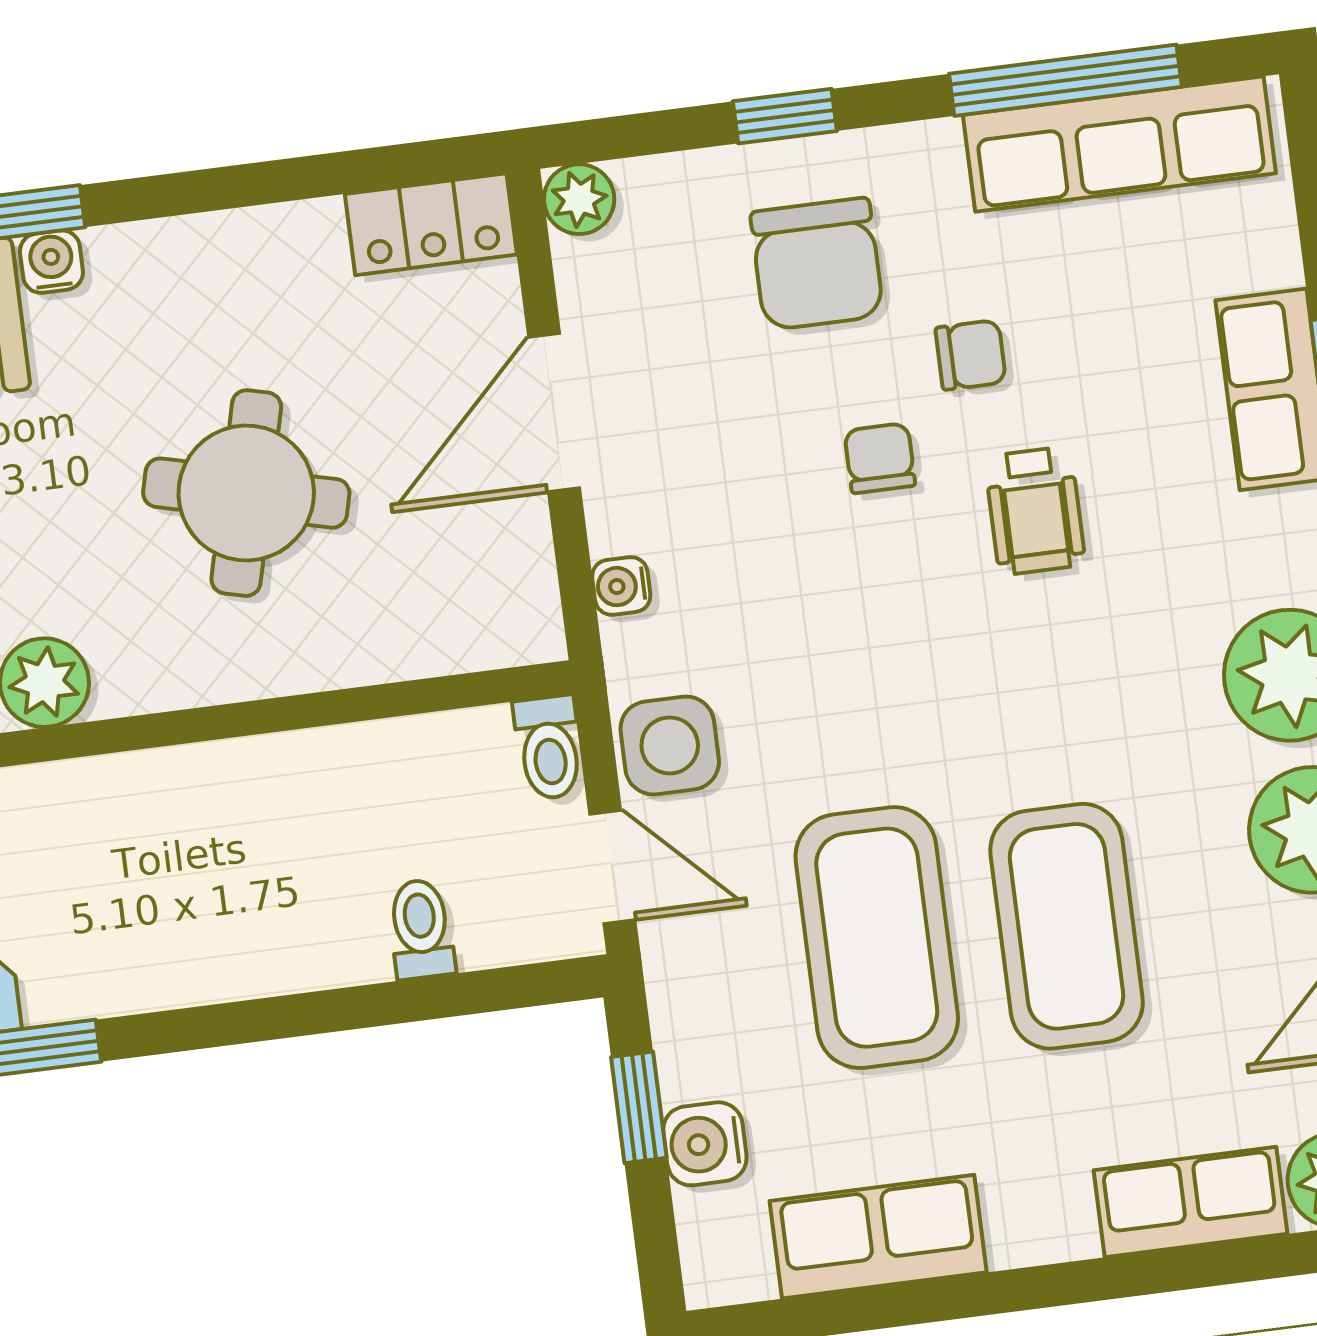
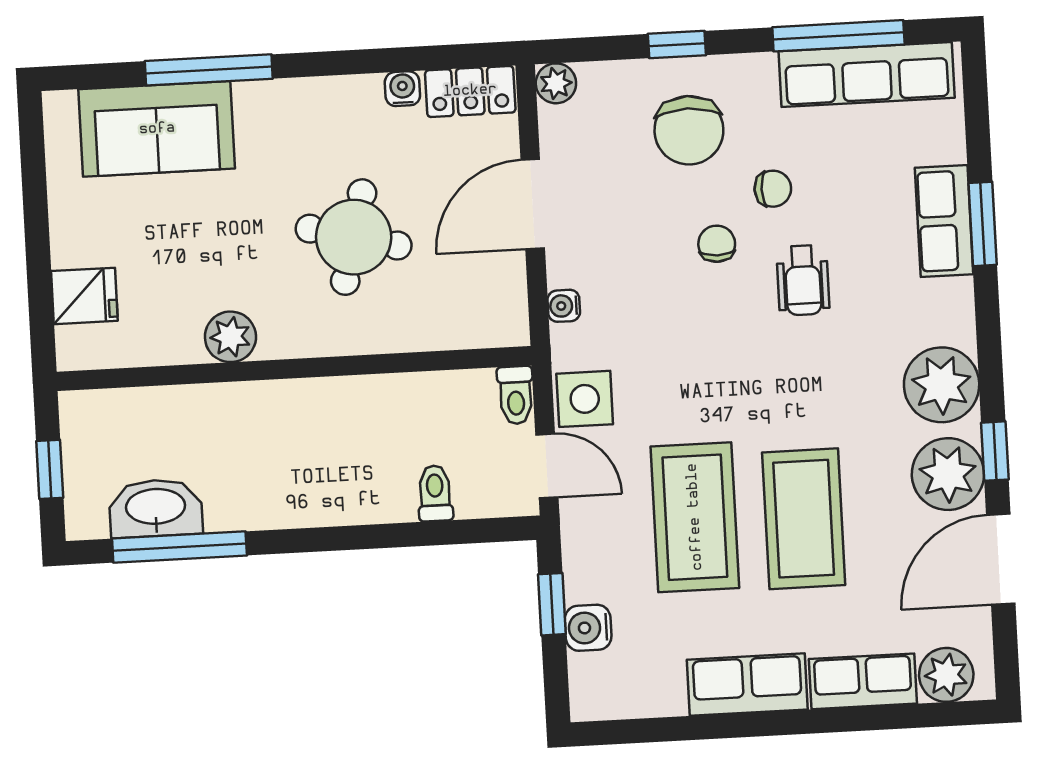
water cooler: (51, 262) -> (402, 89), moved
row of seats: (878, 1237) -> (747, 685), moved

